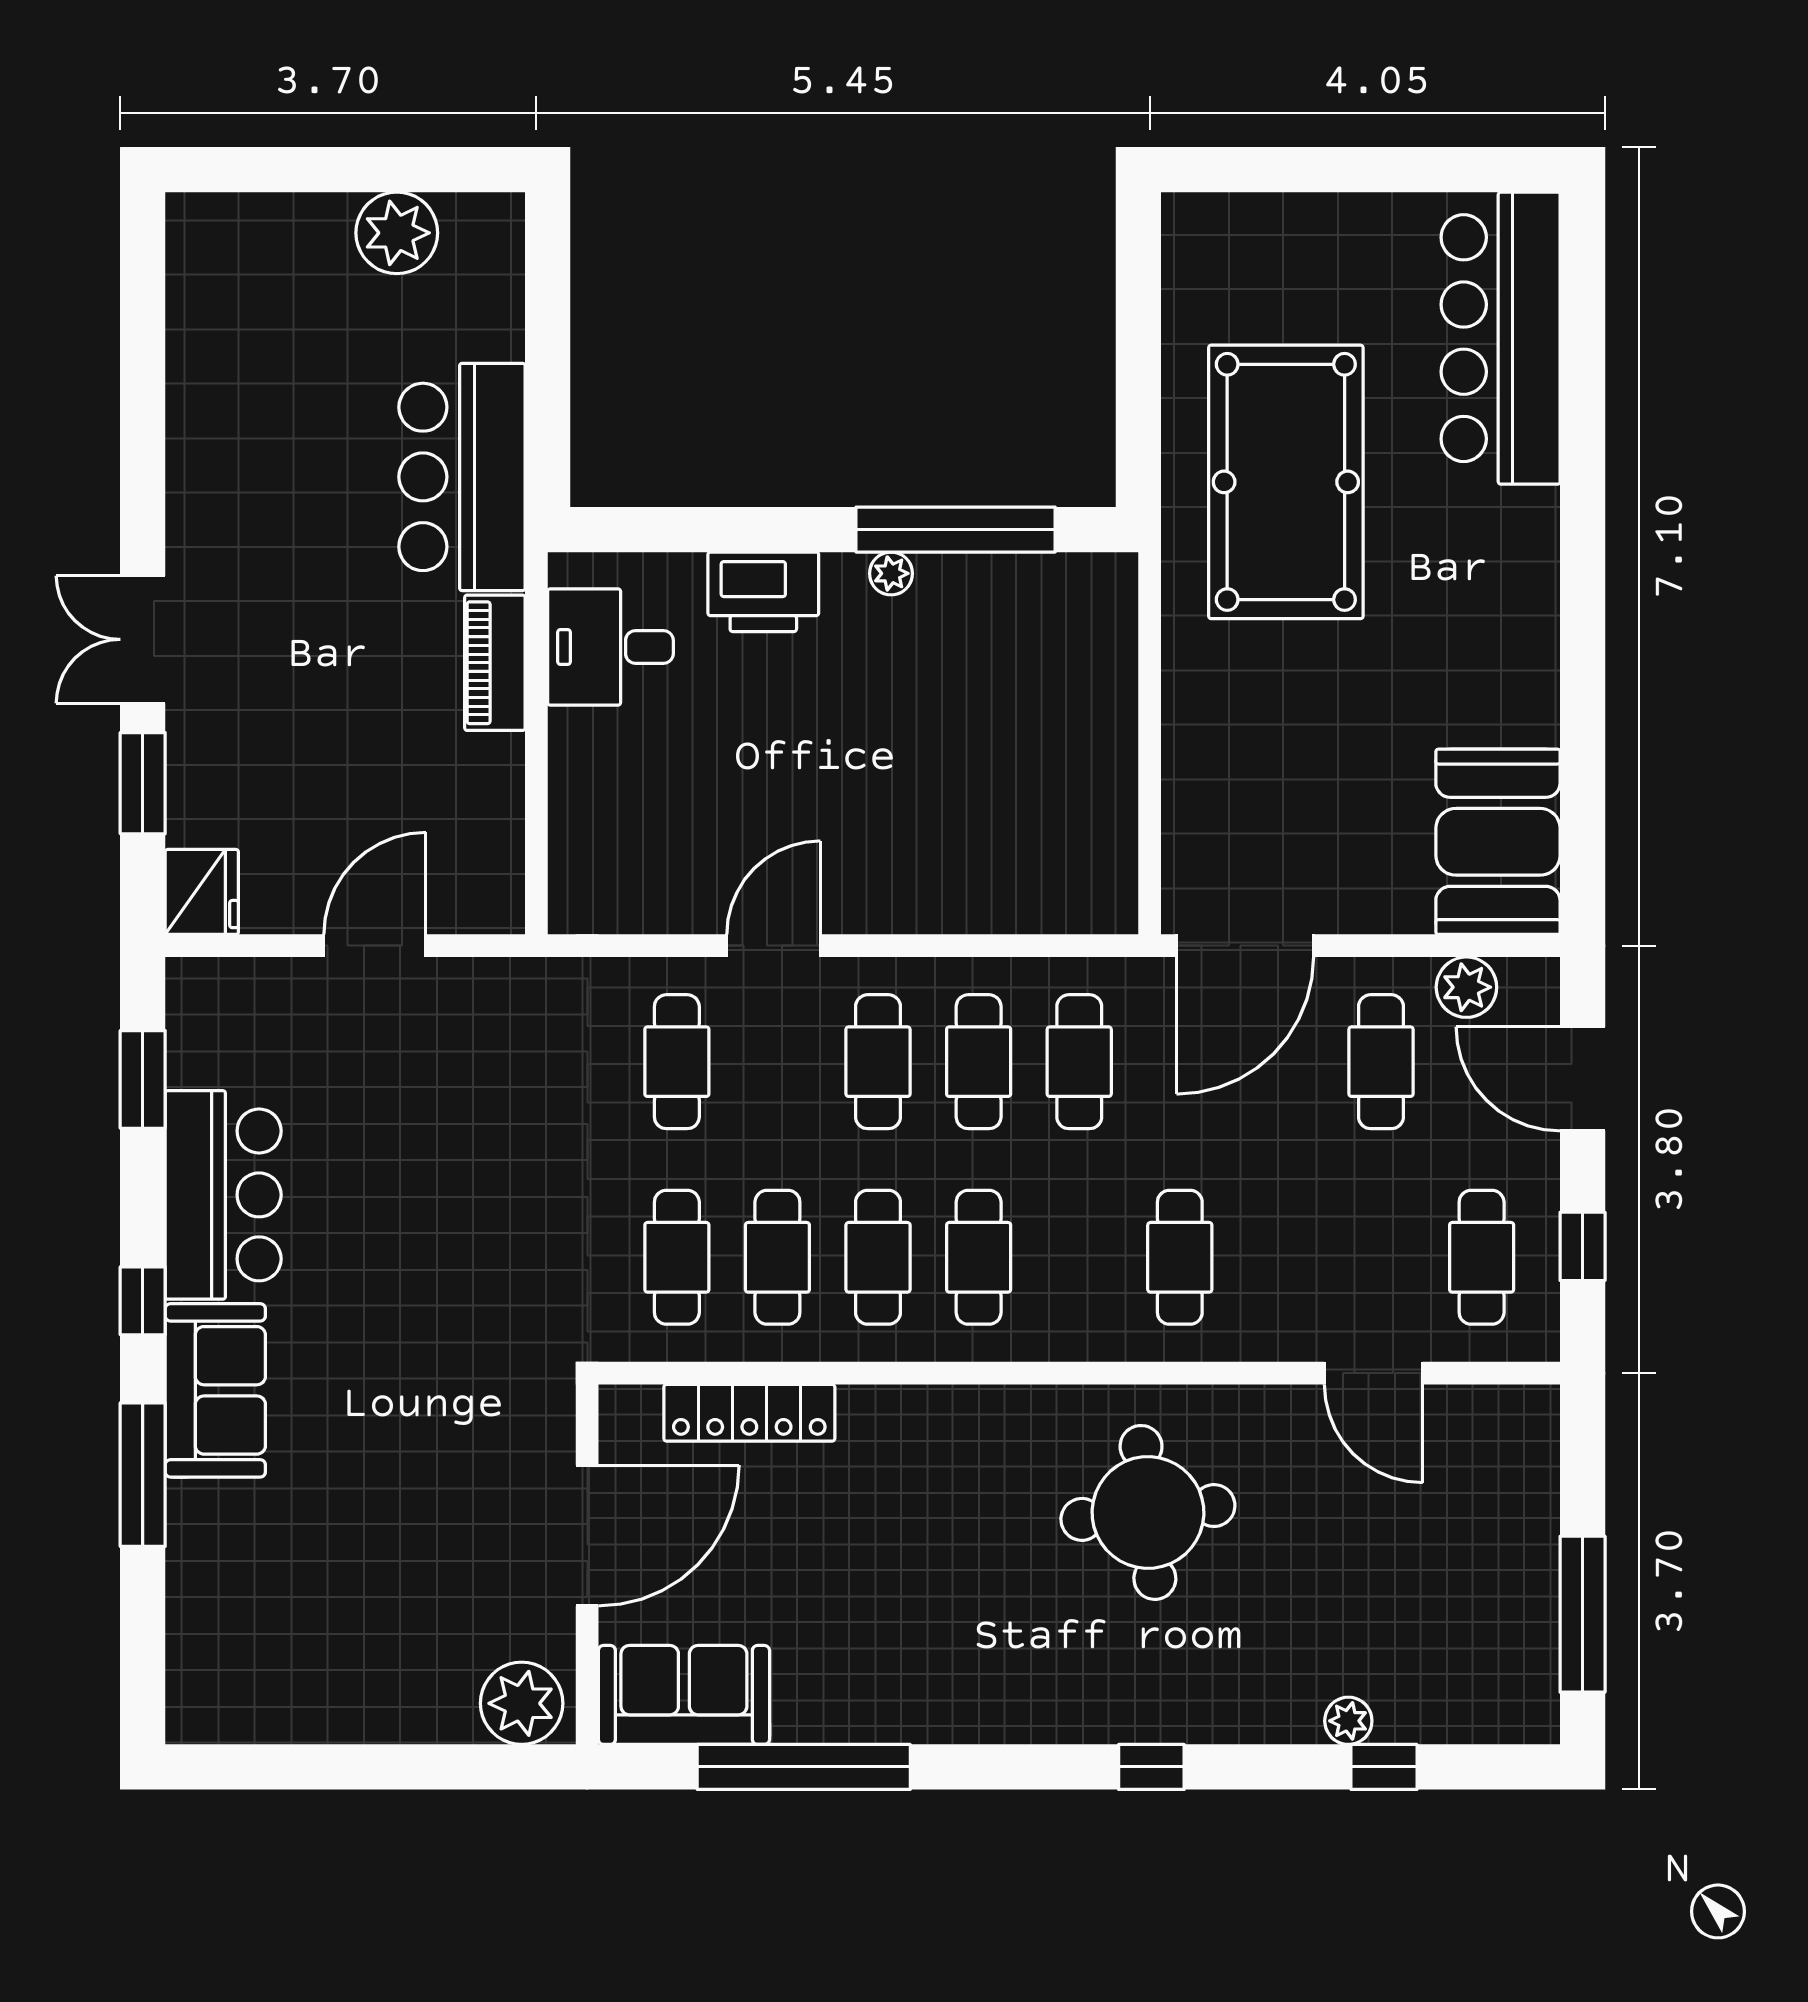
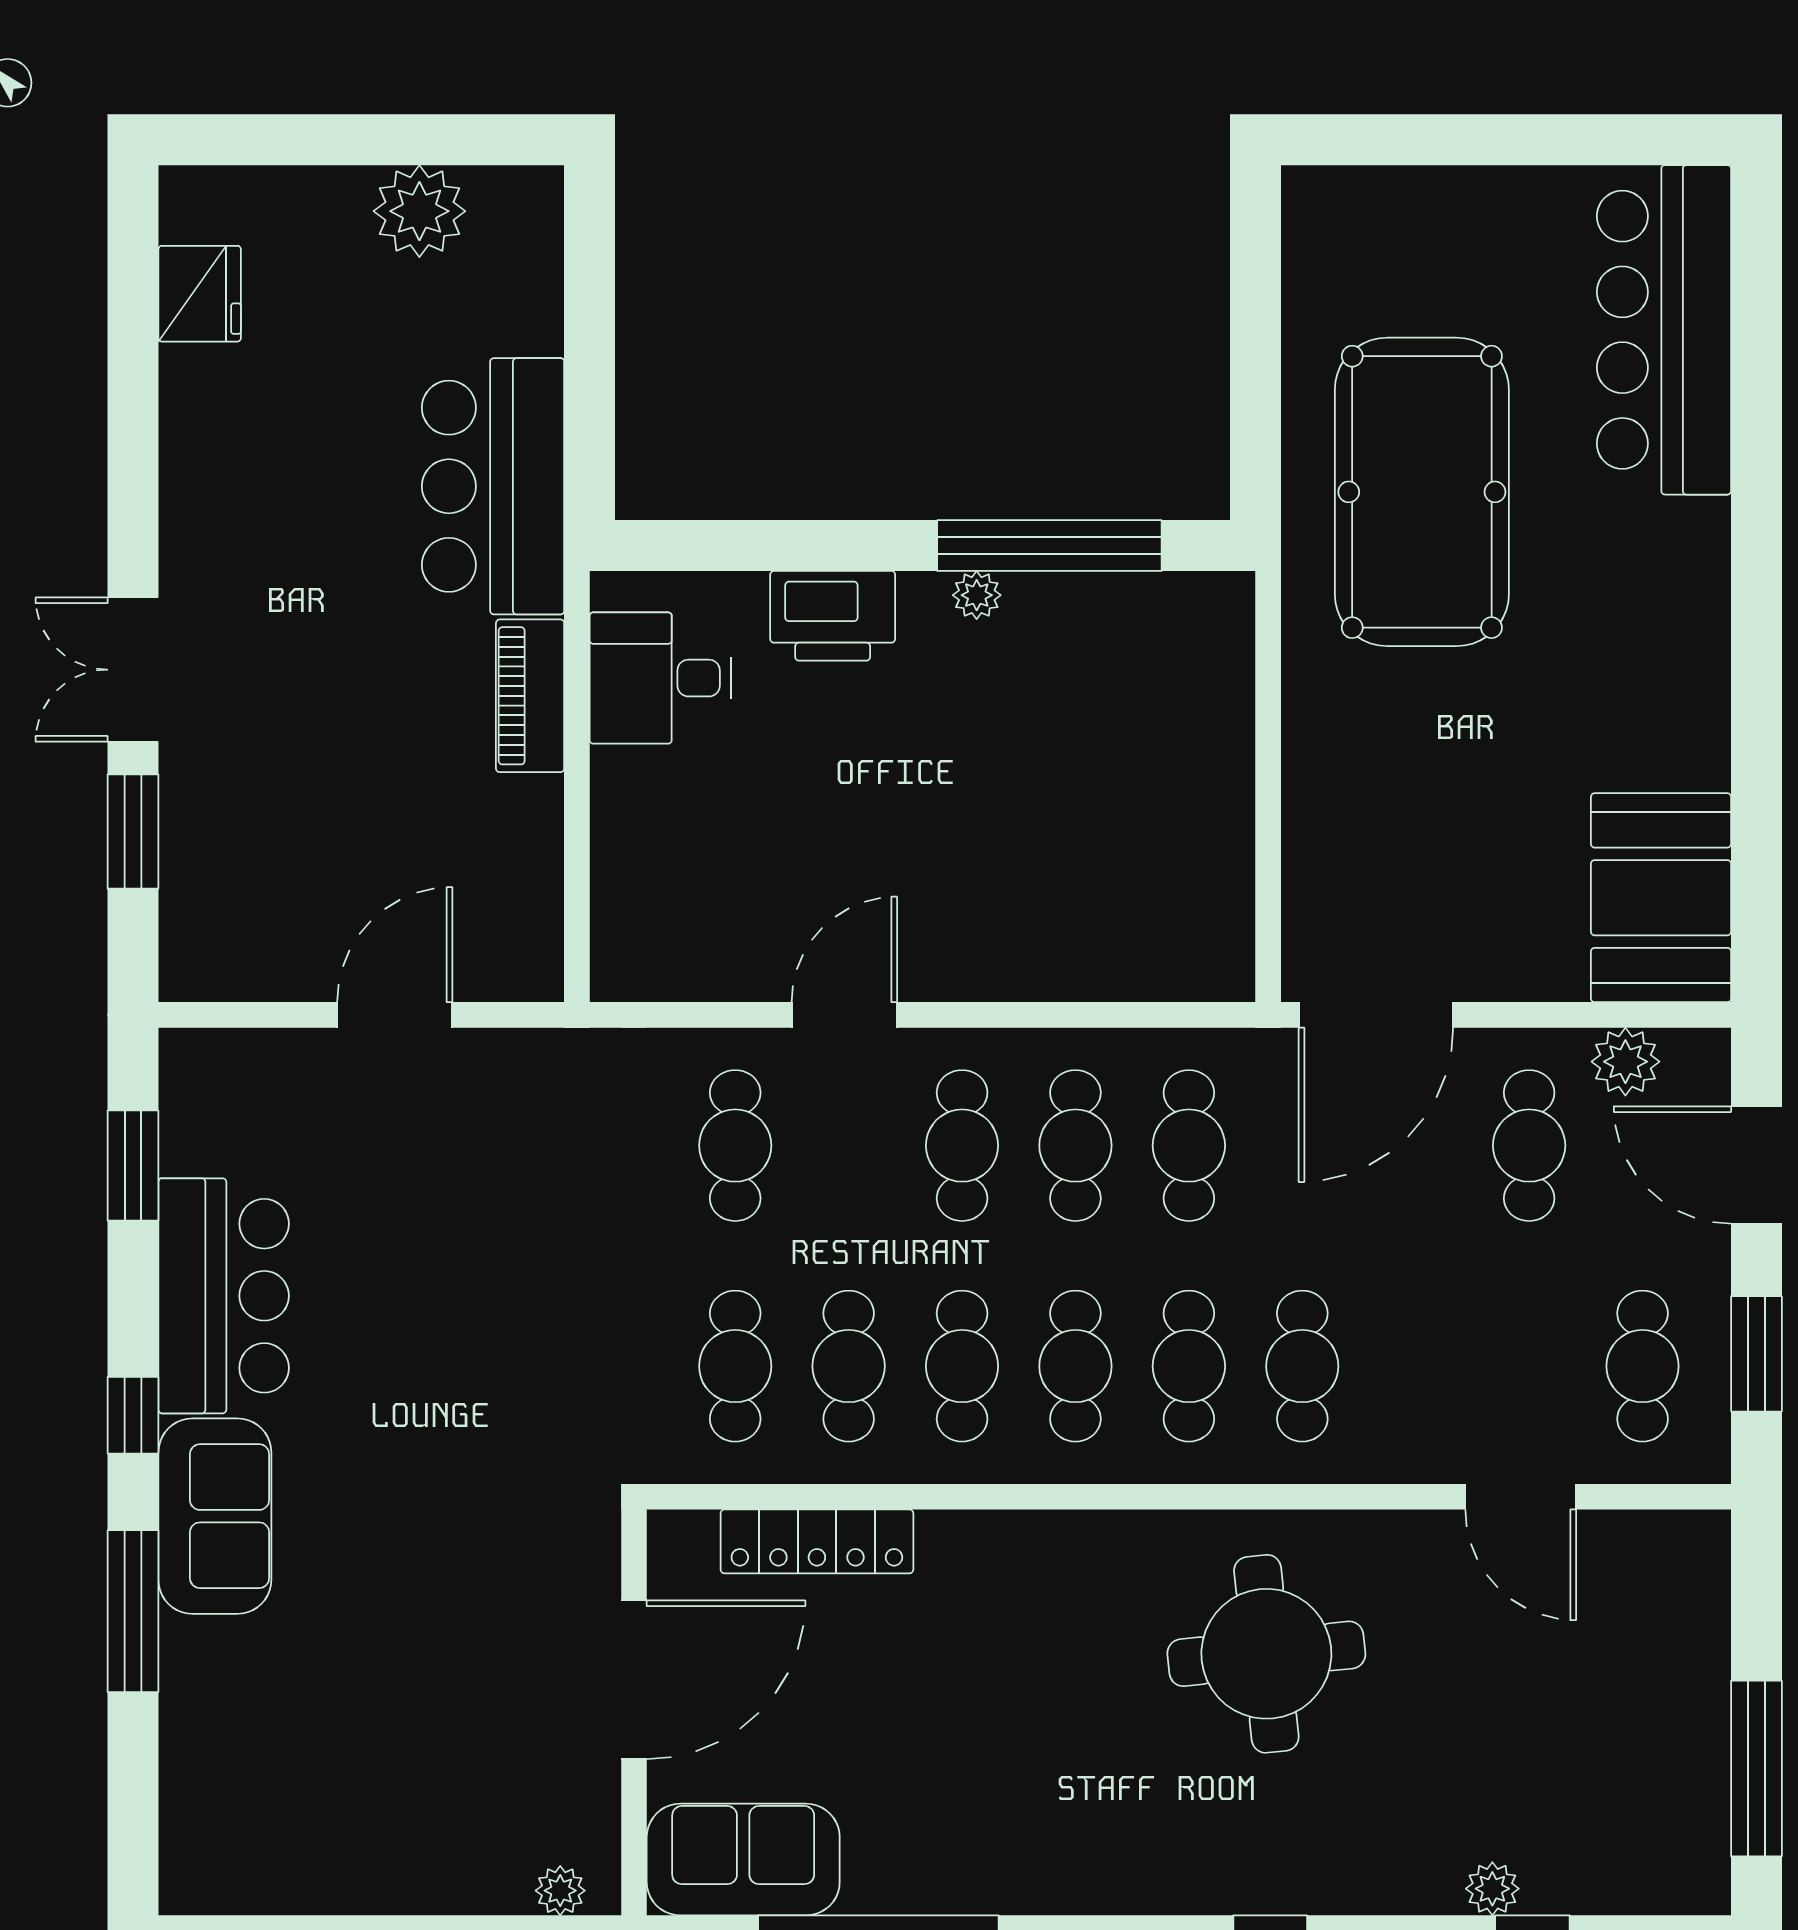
fridge: (202, 892) -> (200, 294), moved
window: (1583, 1246) -> (1756, 1354), width x1.50
cafe table: (1079, 1257) -> (1189, 1366), added
plant: (522, 1703) -> (560, 1891), width x0.53, depth x0.53

